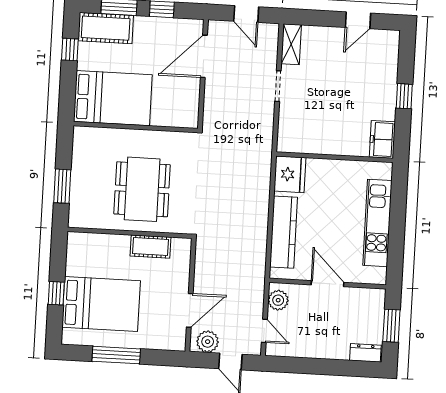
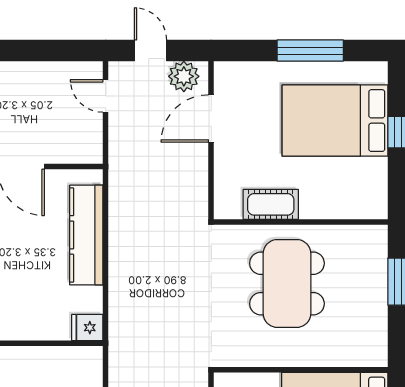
fridge: (290, 174) -> (87, 328), width x0.53, depth x0.75
plant: (278, 300) -> (89, 140), removed

